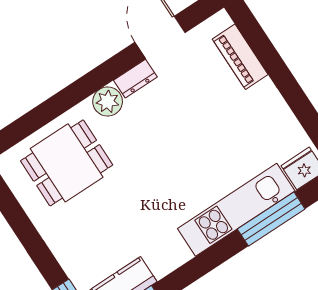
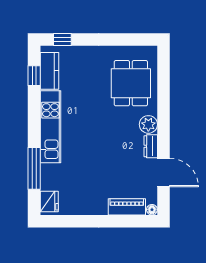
floor lamp: (222, 20) -> (152, 210), added
kitchen unit: (236, 210) -> (50, 127), moved

